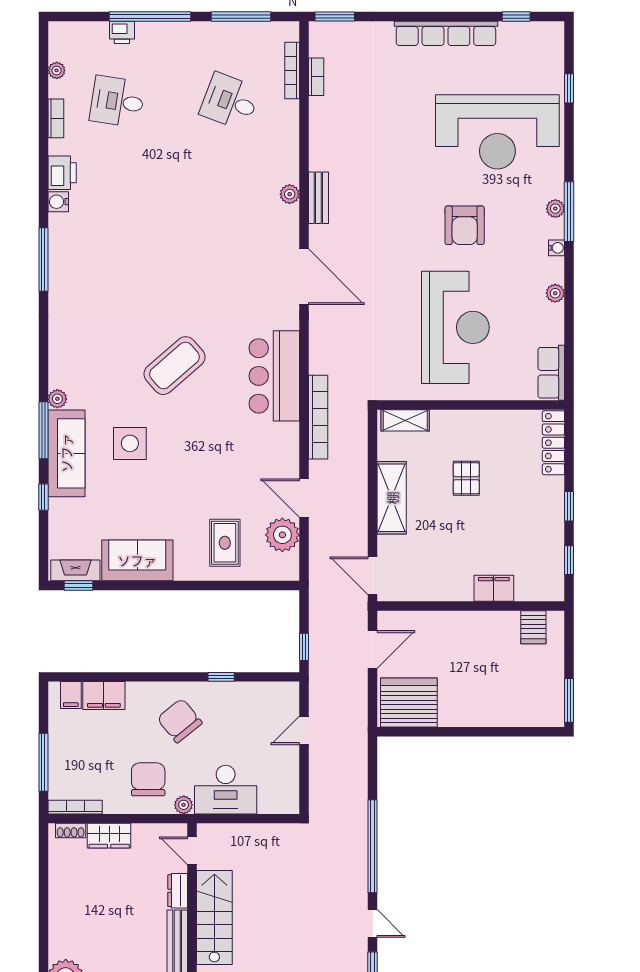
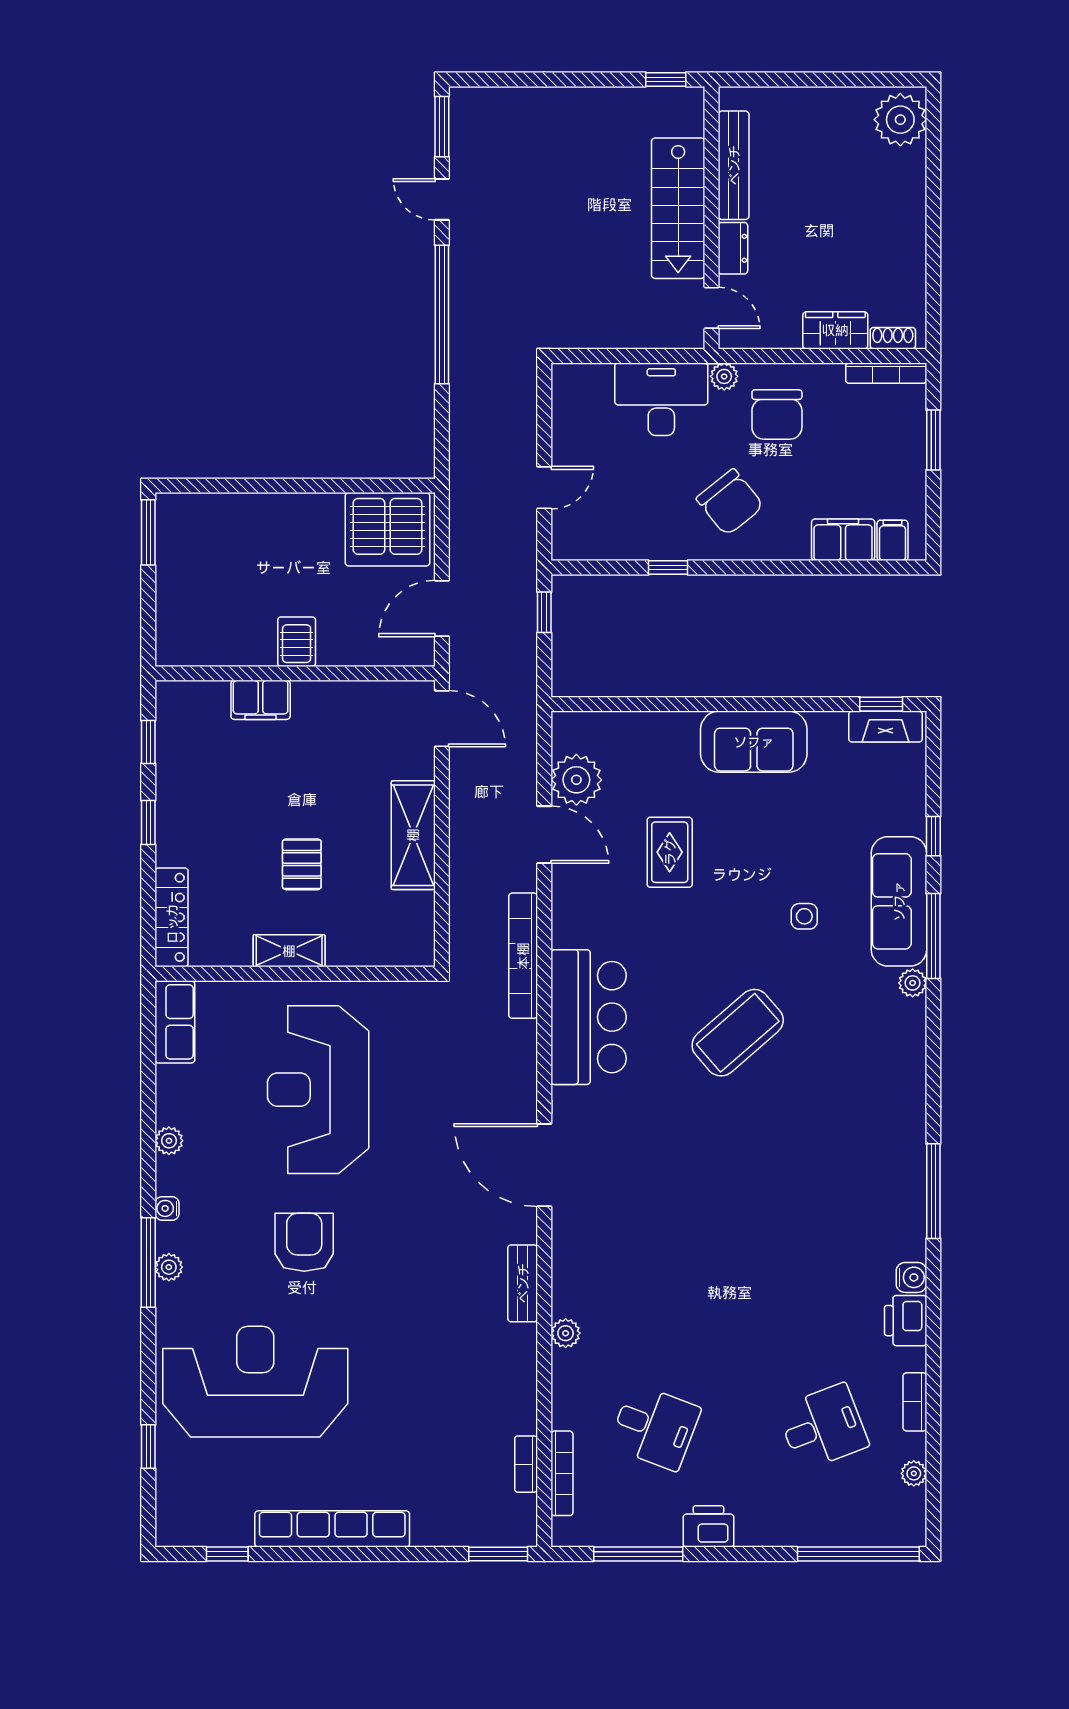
window: (150, 16) -> (858, 1554), moved
printer: (122, 32) -> (708, 1526), moved, width x1.36, depth x1.24
desk: (117, 102) -> (823, 1427), turned -30
plant: (290, 194) -> (566, 1333), moved
shelving: (405, 420) -> (289, 951), moved
side table: (130, 443) -> (804, 916), width x0.54, depth x0.54
rug: (225, 543) -> (670, 852), moved
sofa: (137, 560) -> (754, 742), moved
server rack: (533, 627) -> (297, 642), moved
window: (43, 762) -> (933, 440), width x0.69

